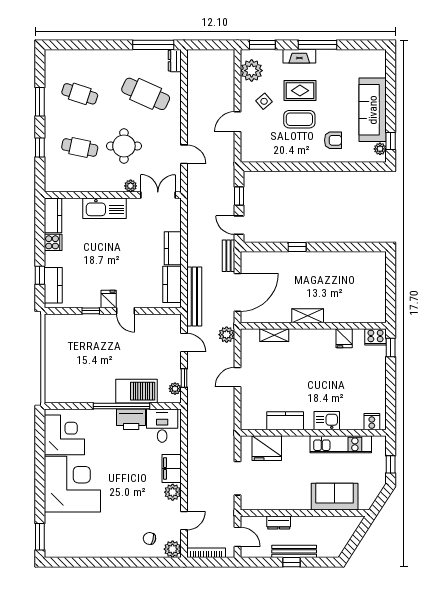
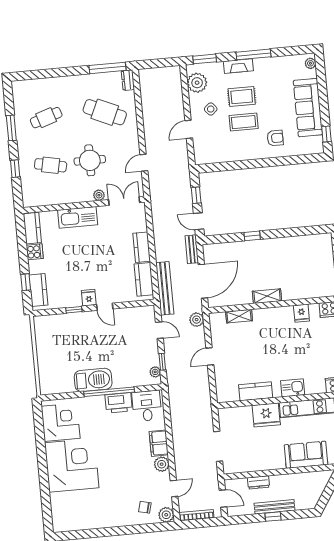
cafe table: (80, 94) -> (46, 118), turned -36
plant: (380, 149) -> (310, 63), moved
door: (184, 154) -> (144, 163), swing flipped
barbecue: (137, 391) -> (93, 380), moved
fridge: (267, 448) -> (266, 415), moved
window: (40, 537) -> (47, 515), removed

